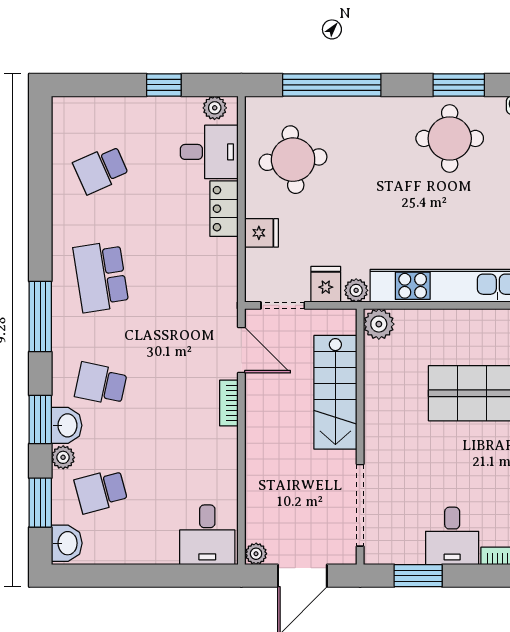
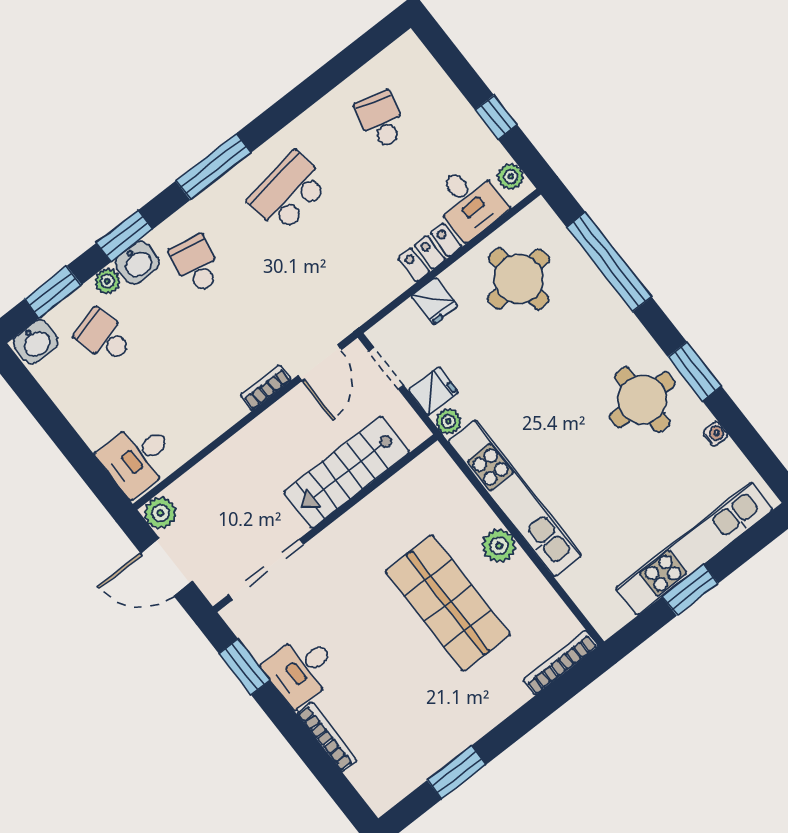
school desk: (101, 169) -> (381, 120), turned 39
plant: (379, 324) -> (499, 546), moved
plant: (256, 554) -> (160, 513), width x1.38, depth x1.38

